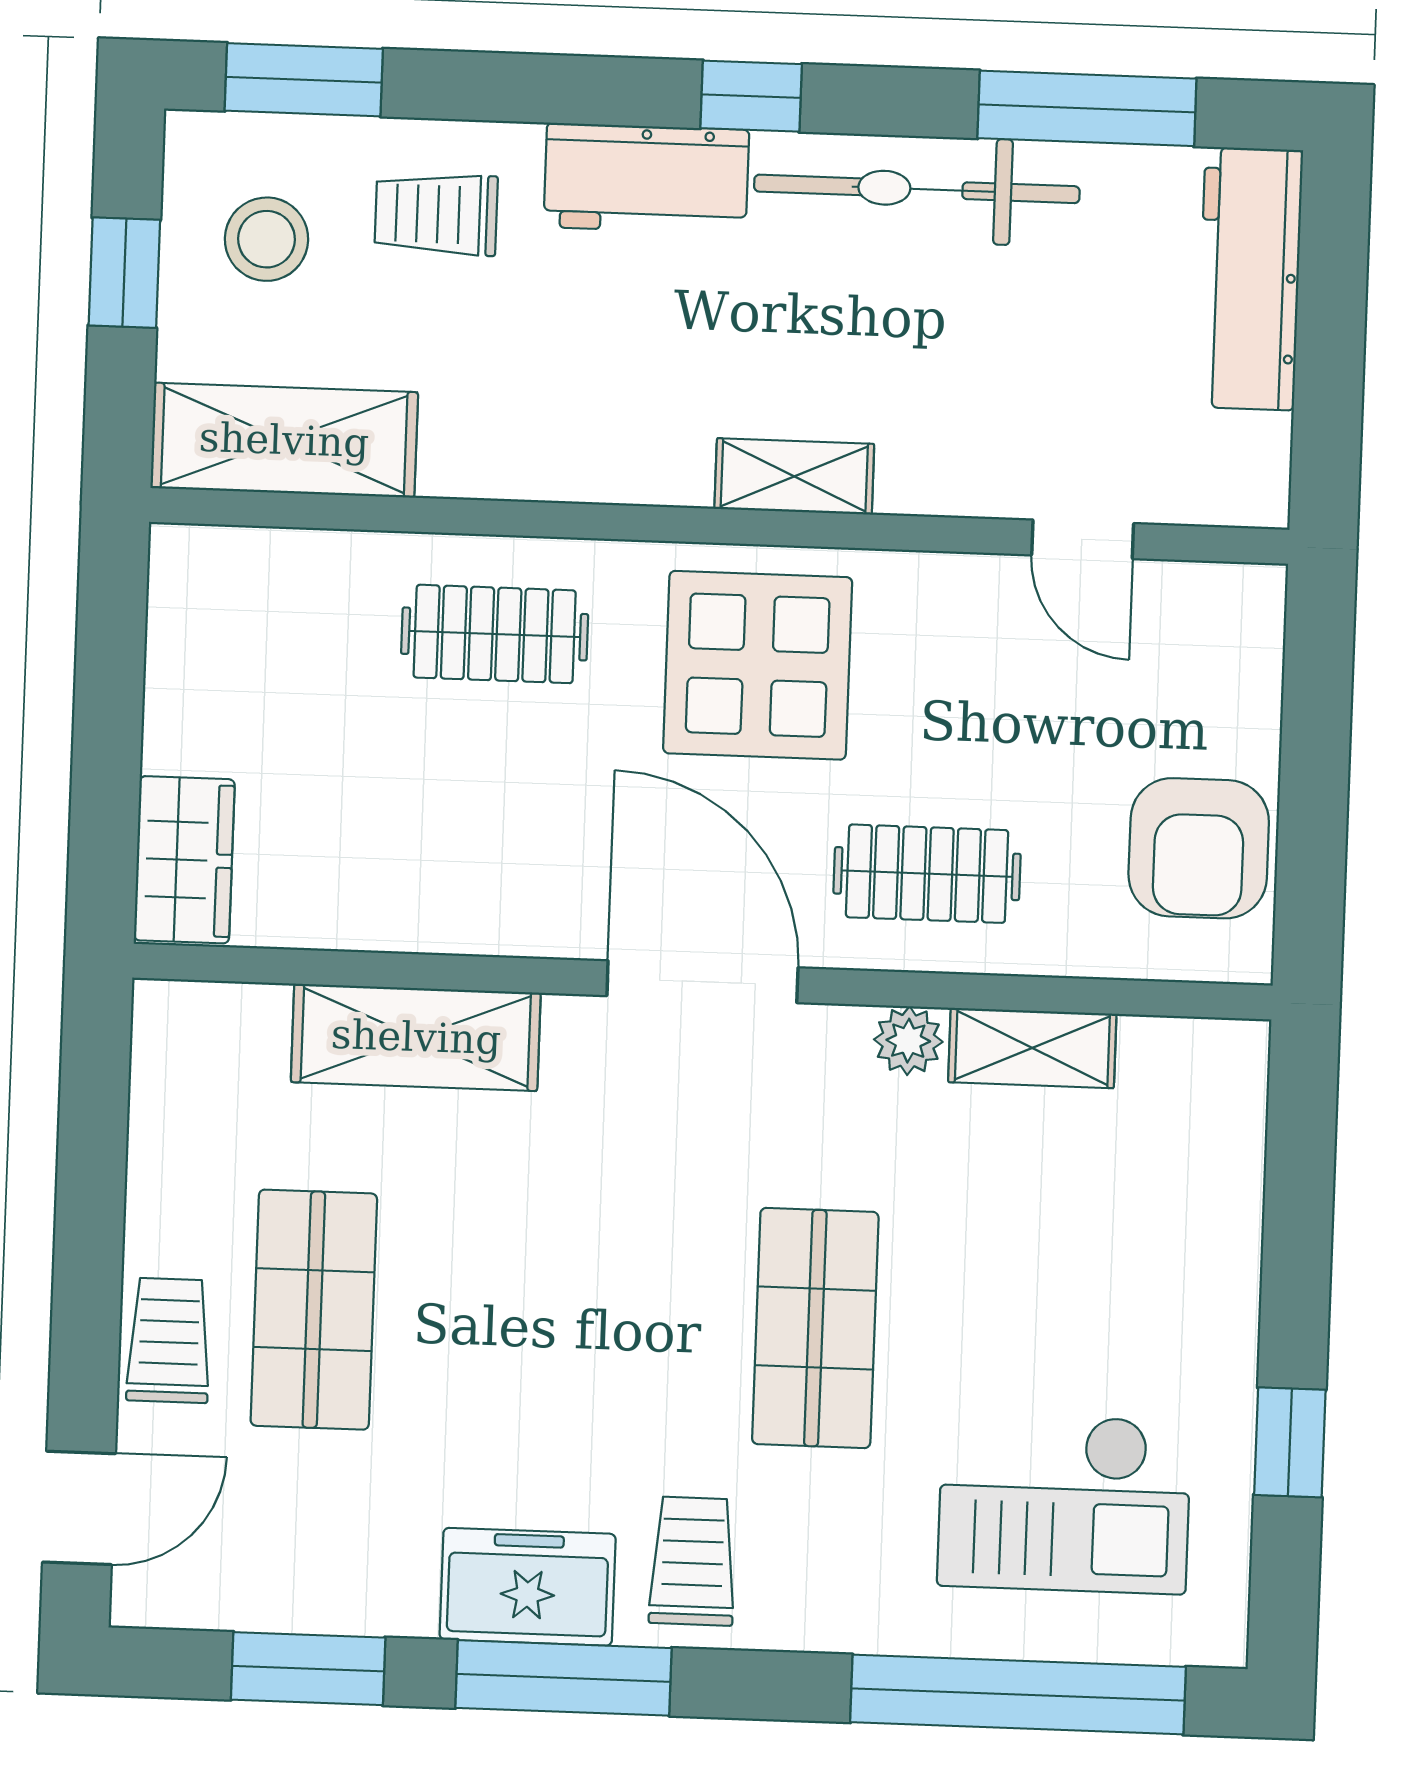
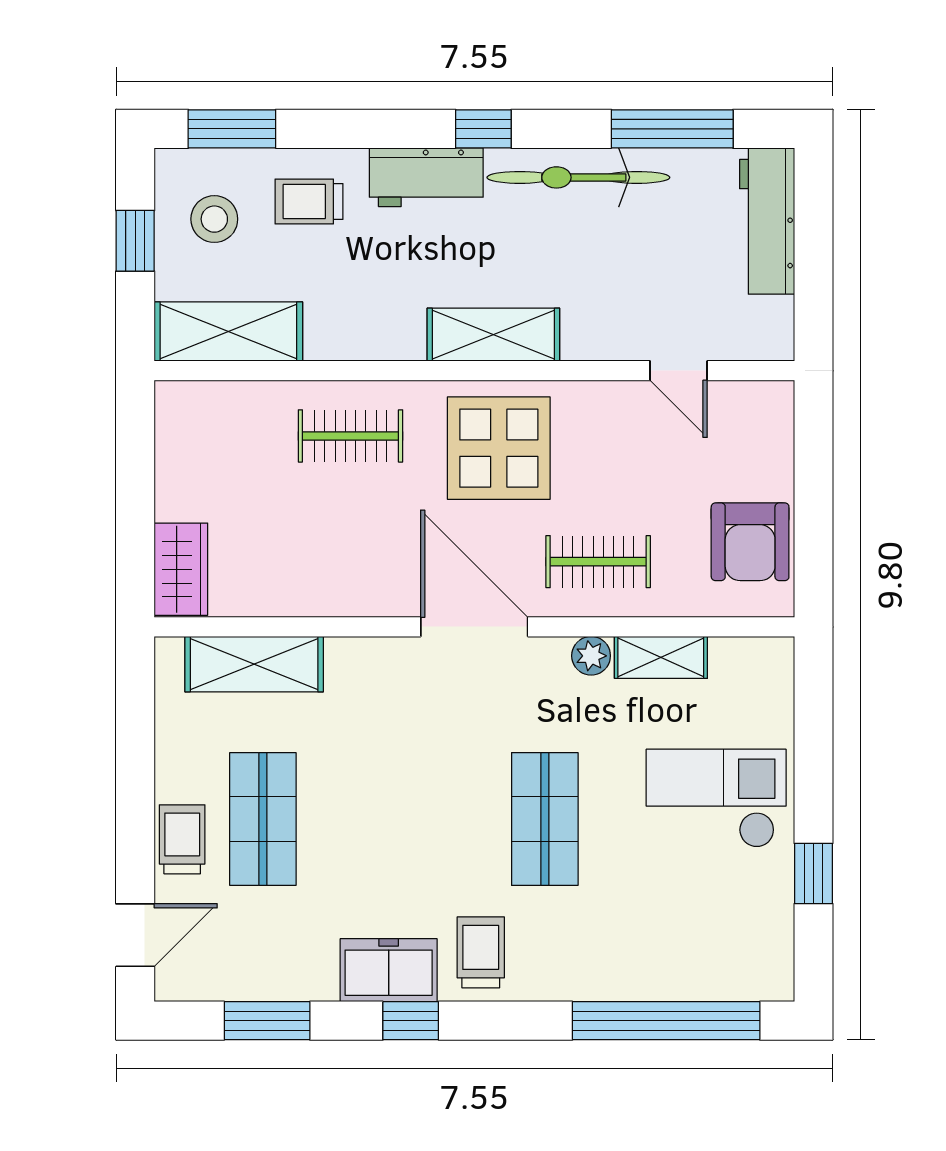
shelving: (794, 476) -> (493, 335), width x1.50, depth x1.33
shelving: (416, 1037) -> (254, 664), moved
checkout: (1064, 1503) -> (716, 798), moved, turned 180
window: (564, 1678) -> (411, 1021), width x0.46

